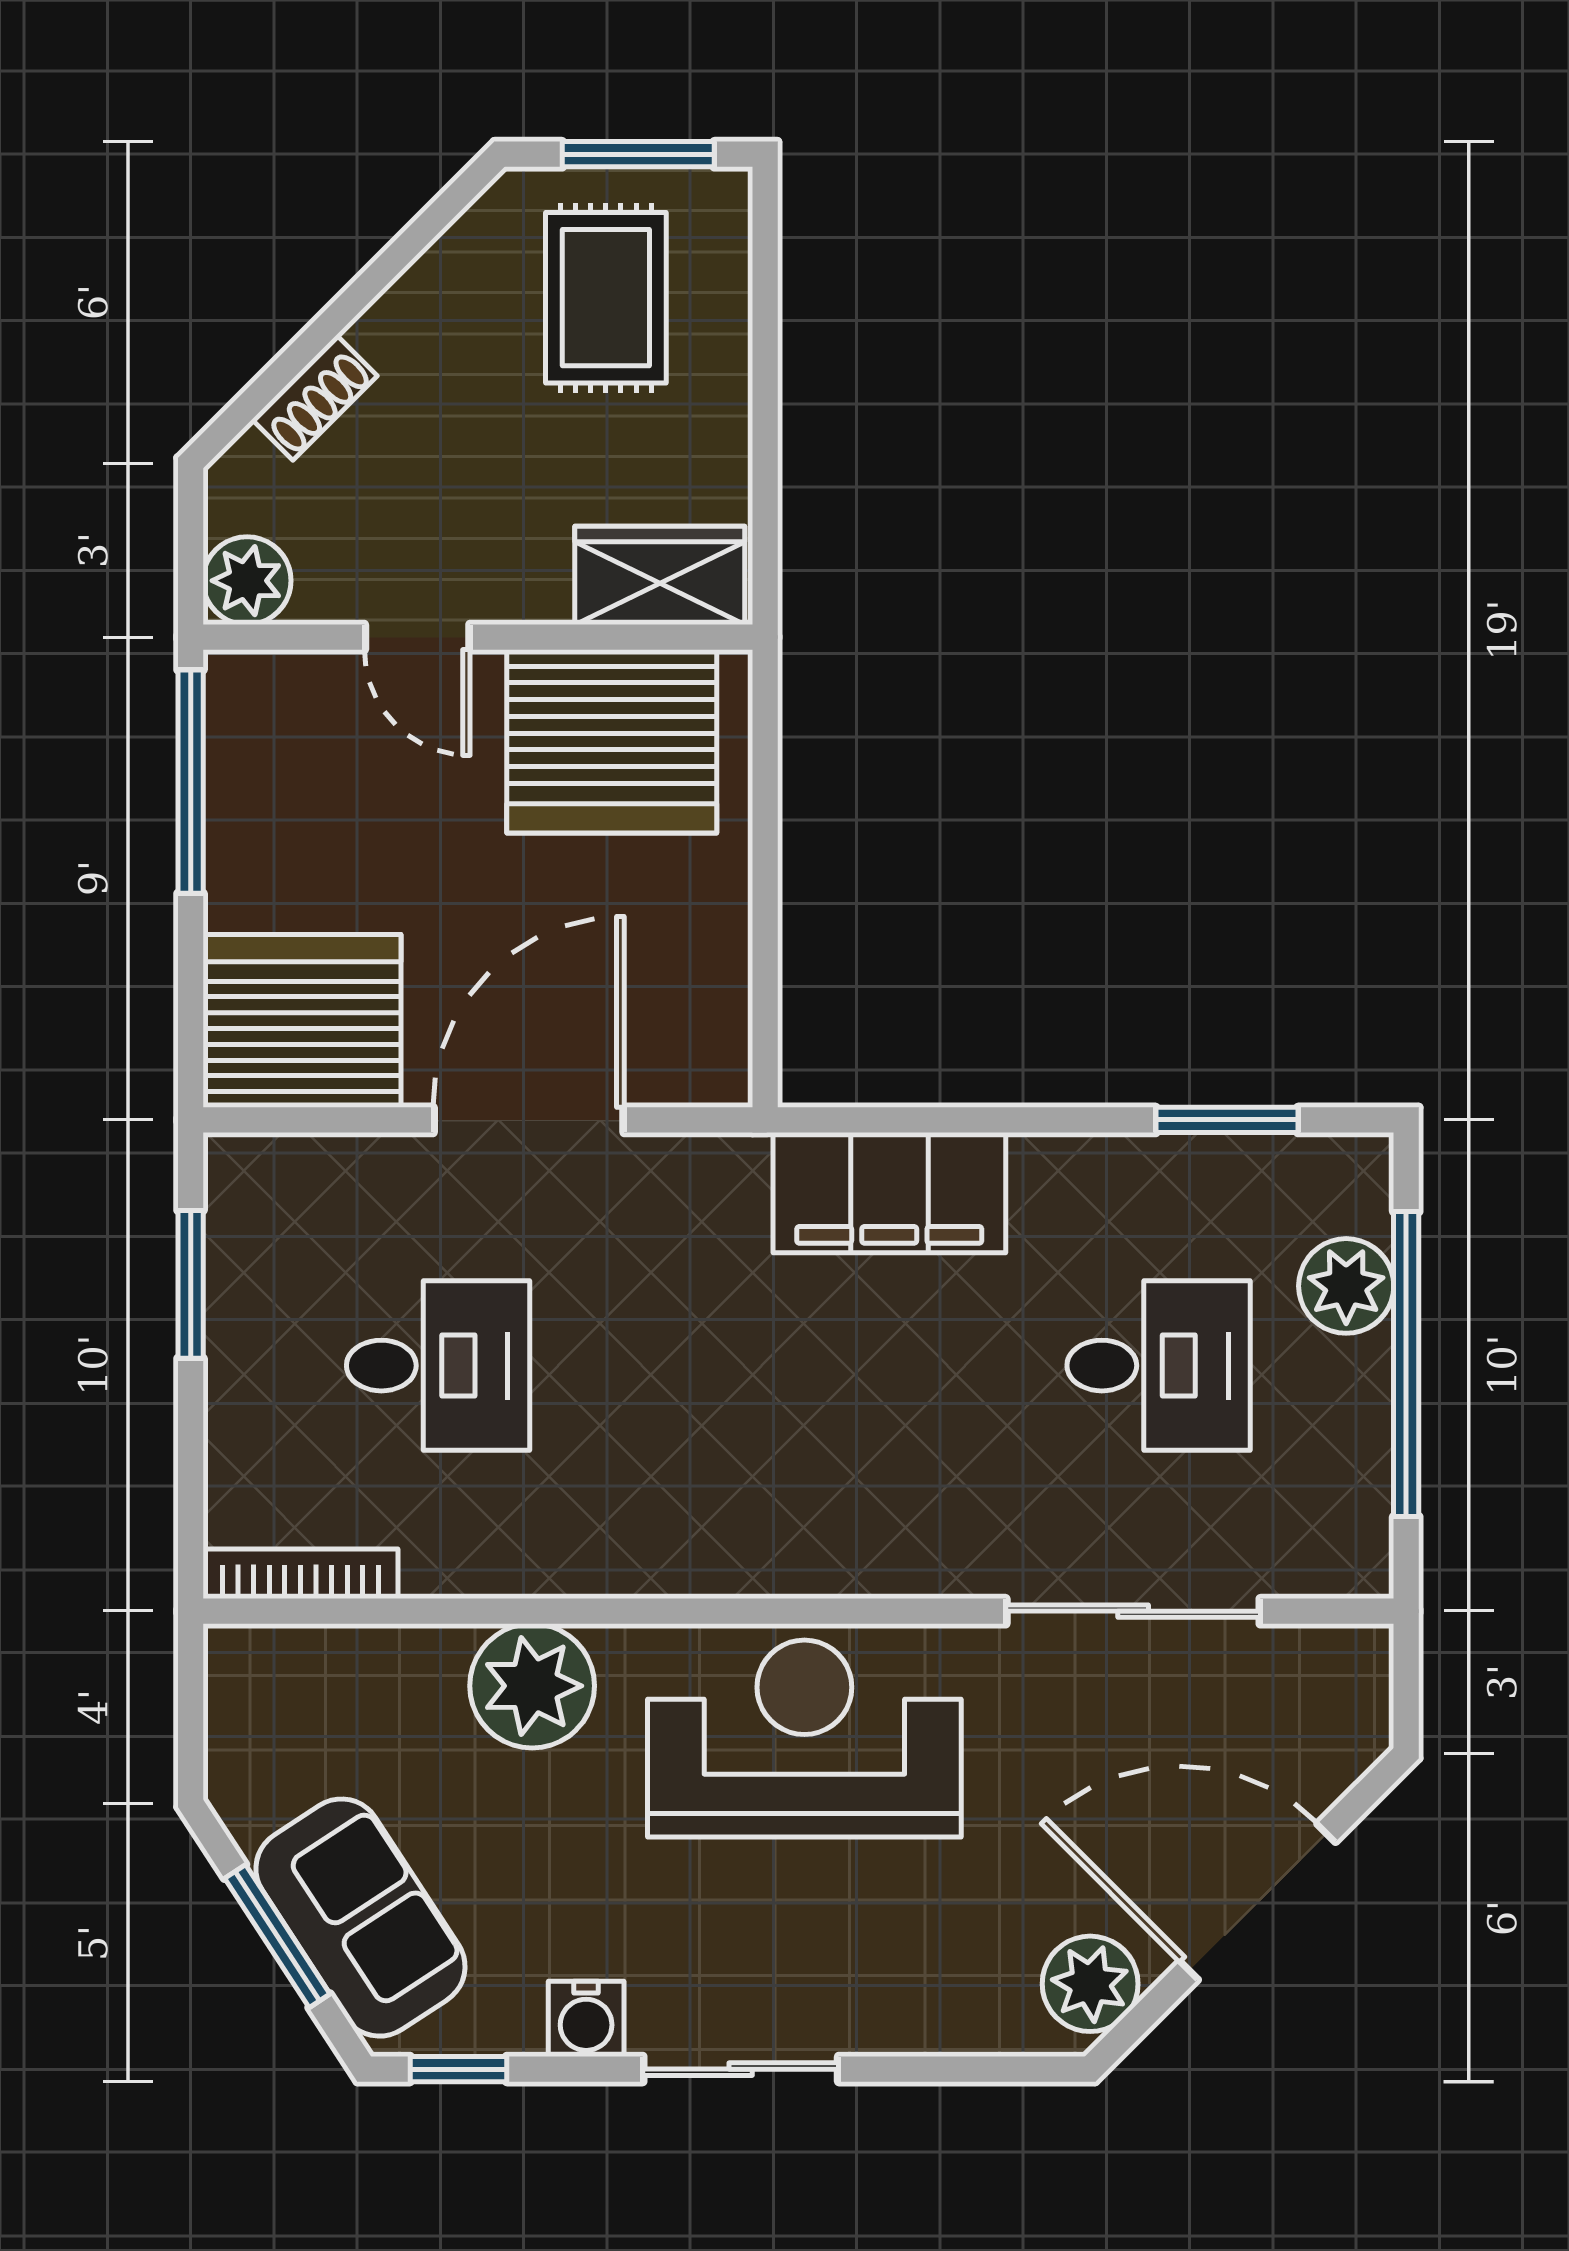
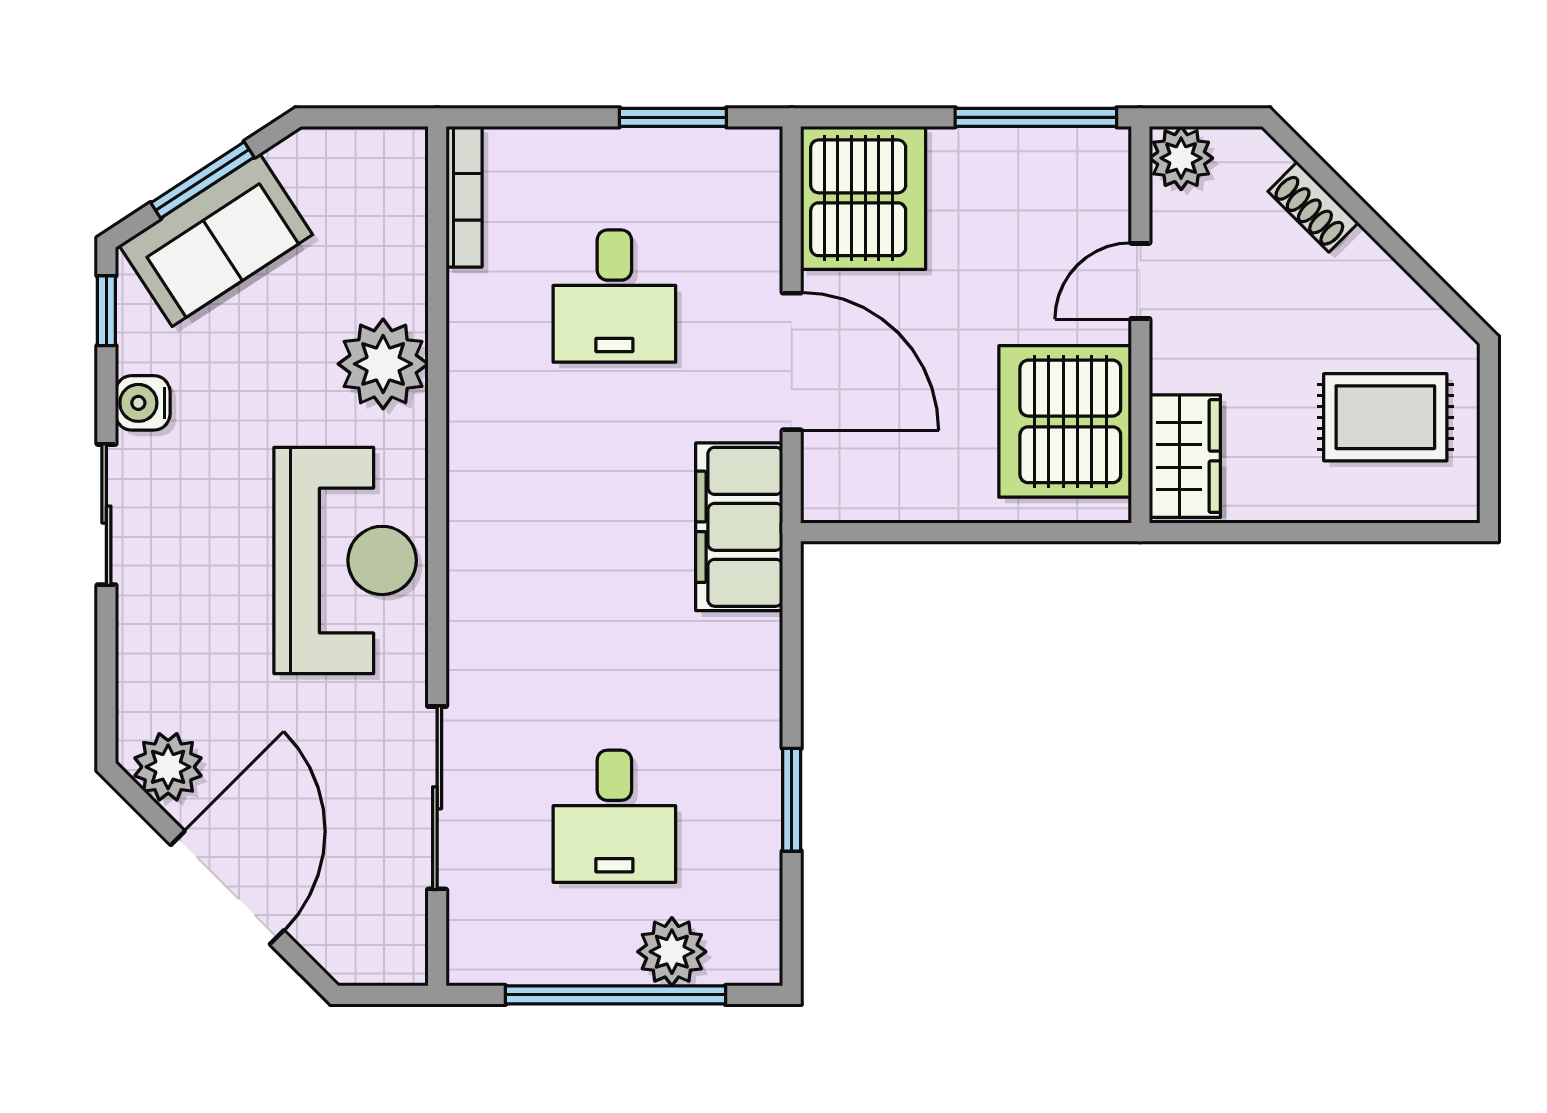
window: (638, 154) -> (1489, 441), removed
window: (1227, 1120) -> (792, 800), moved
filing cabinet: (889, 1193) -> (739, 527), moved

